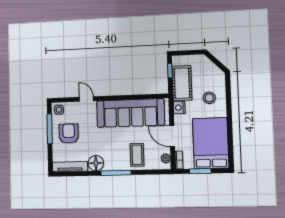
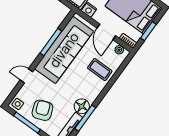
window: (129, 97) -> (51, 42), added
armchair: (69, 133) -> (42, 110), turned 69
door: (172, 136) -> (106, 32), hinge flipped
window: (116, 173) -> (85, 118), moved

